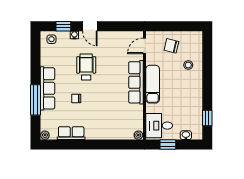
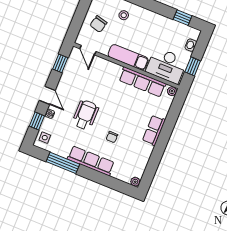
door: (90, 26) -> (47, 95), hinge flipped
window: (123, 26) -> (60, 63), added
wheelchair: (86, 67) -> (85, 115), turned 90
row of seats: (136, 82) -> (142, 82), moved
window: (36, 100) -> (63, 163), moved
desk: (159, 126) -> (167, 65), width x1.37
row of seats: (71, 133) -> (154, 130), moved

